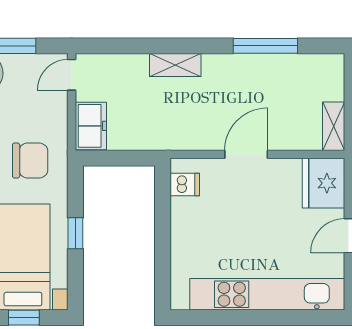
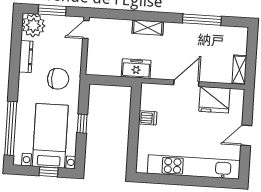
freezer: (91, 126) -> (136, 69), moved, turned -90
fridge: (324, 183) -> (214, 100), moved, turned -90
dishwasher: (185, 184) -> (148, 118), moved

